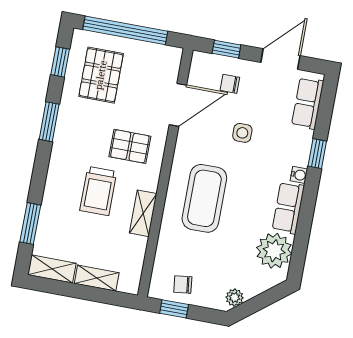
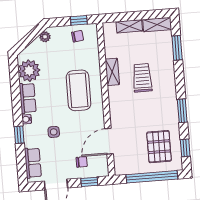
side table: (242, 133) -> (54, 132), moved
pallet: (130, 146) -> (131, 109), removed

